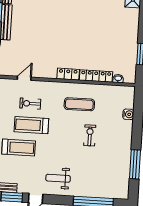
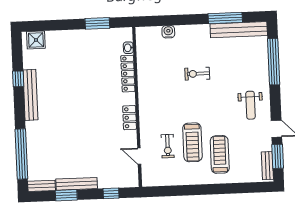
locker: (68, 74) -> (130, 118), moved
exercise mat: (79, 104) -> (163, 89), removed
bench: (124, 175) -> (239, 30), added

